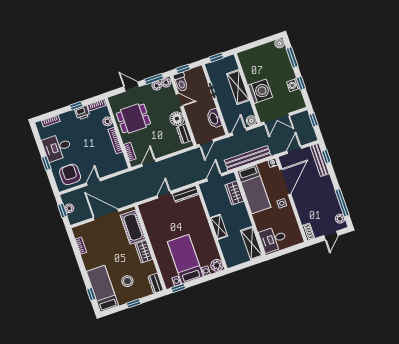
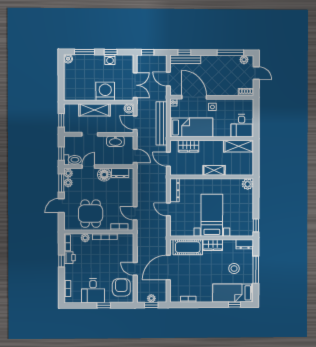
armchair: (70, 174) -> (121, 287), turned 90
bed with nightstands: (185, 259) -> (212, 215), moved, turned 90
window: (134, 303) -> (256, 270), width x2.17

